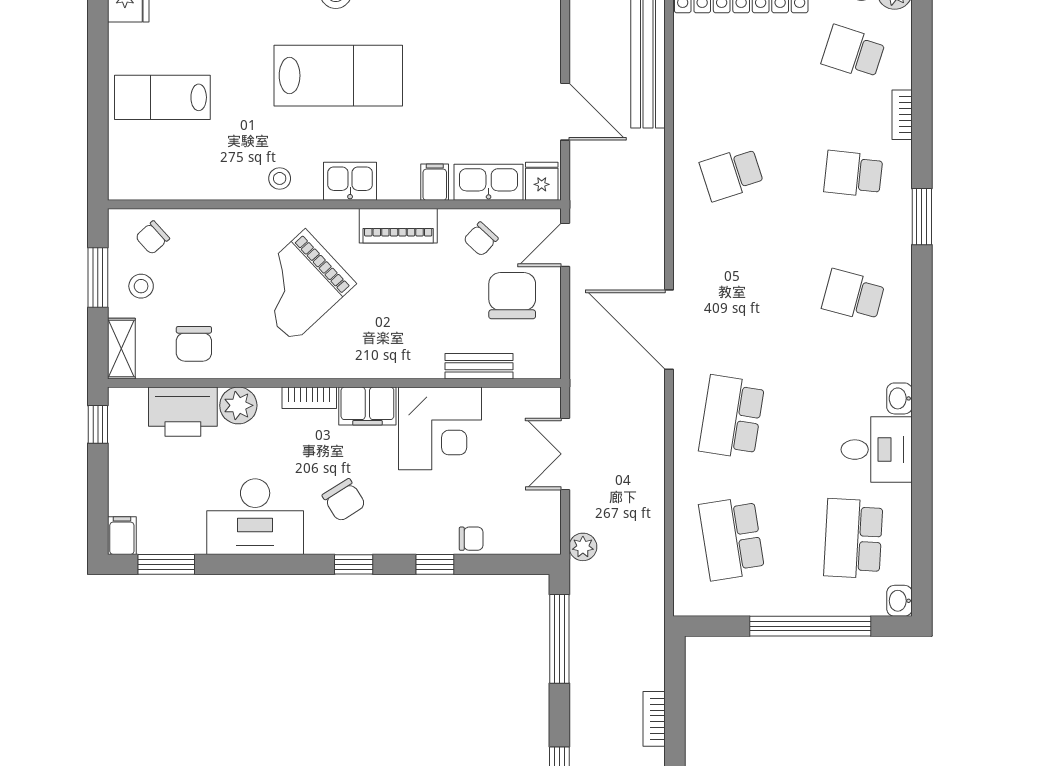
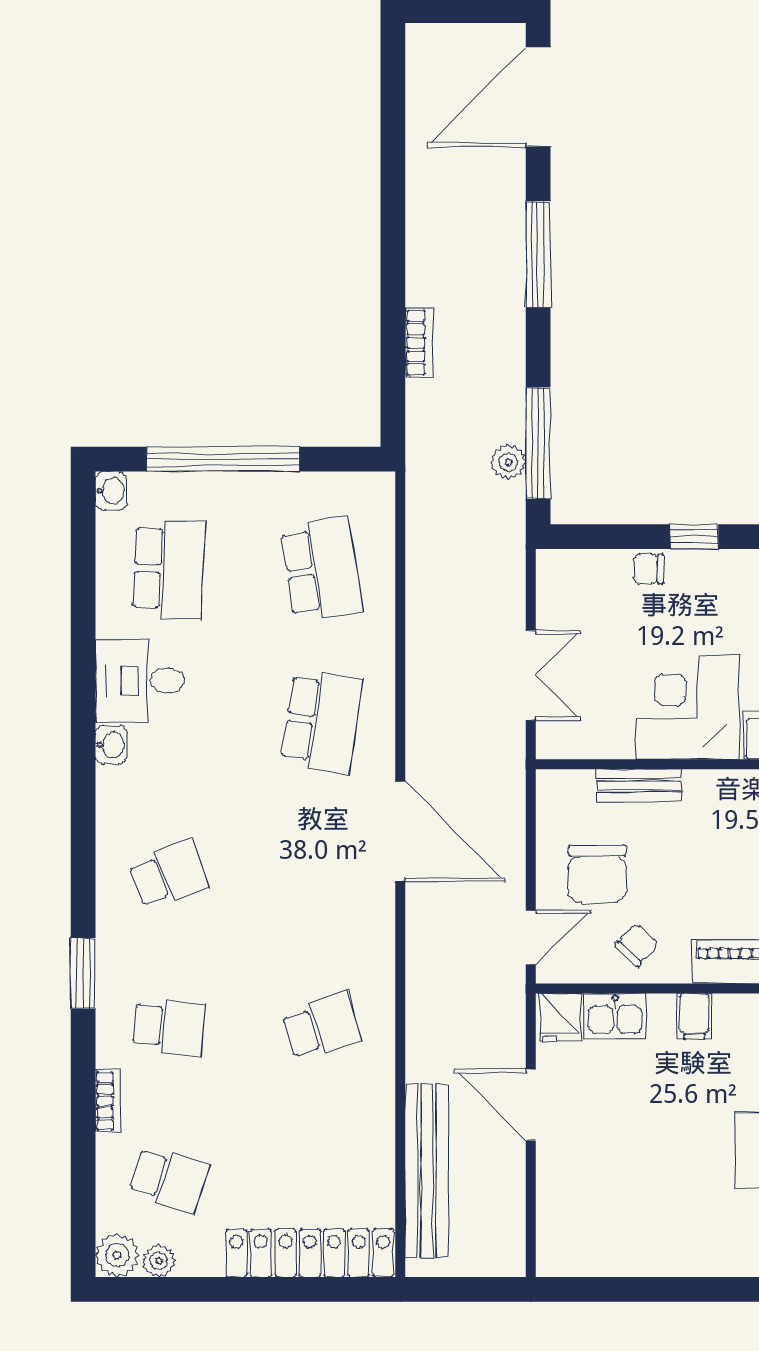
kitchen sink: (489, 182) -> (615, 1016), width x0.73
school desk: (853, 295) -> (169, 874), turned -36
plant: (583, 547) -> (508, 462), moved

